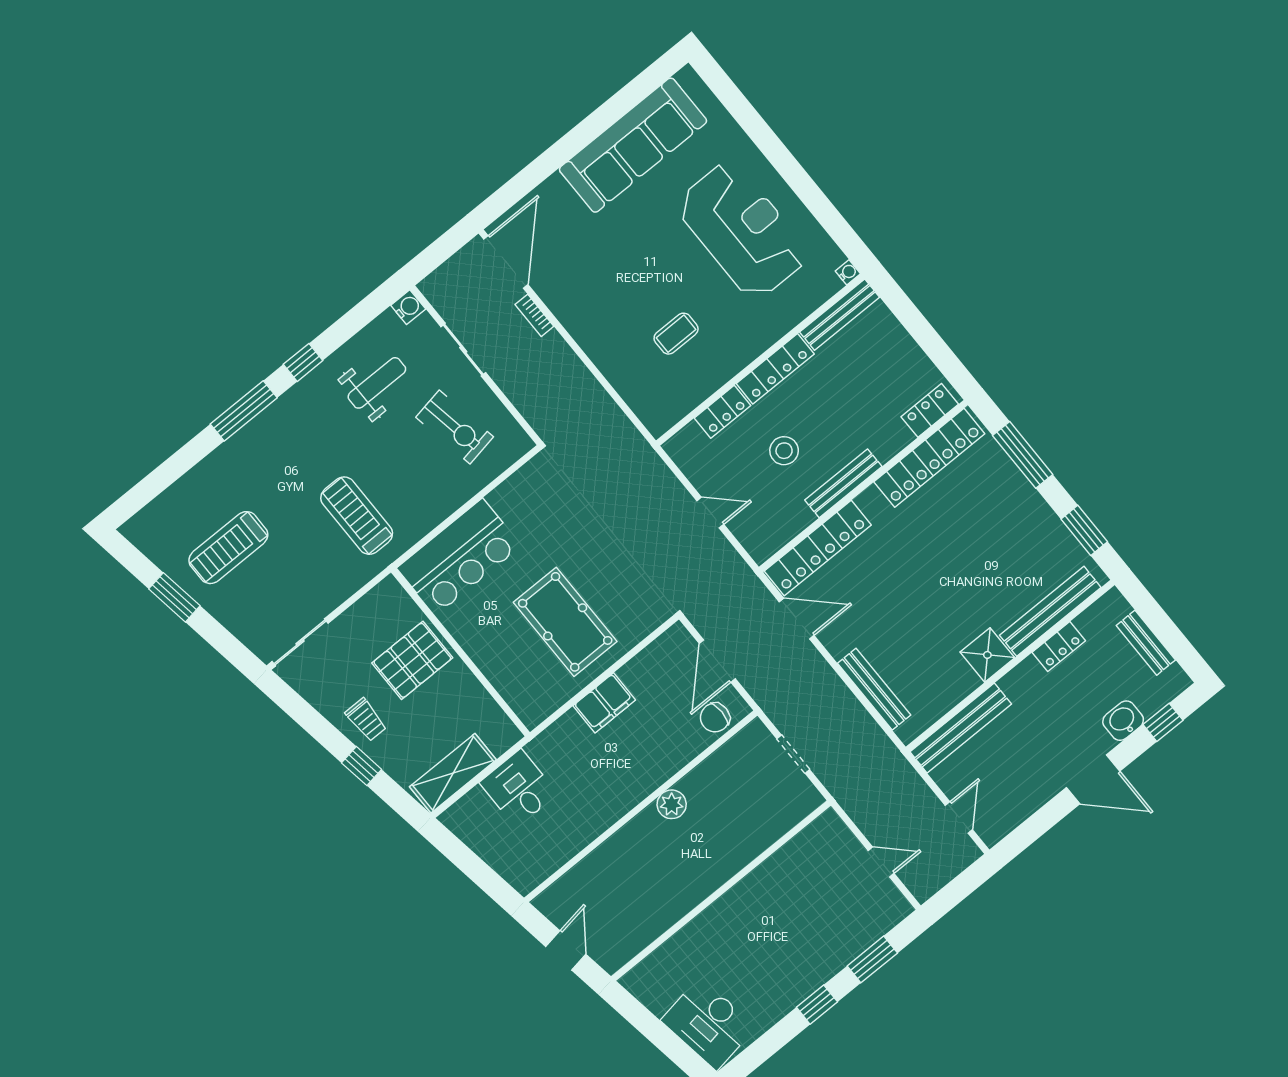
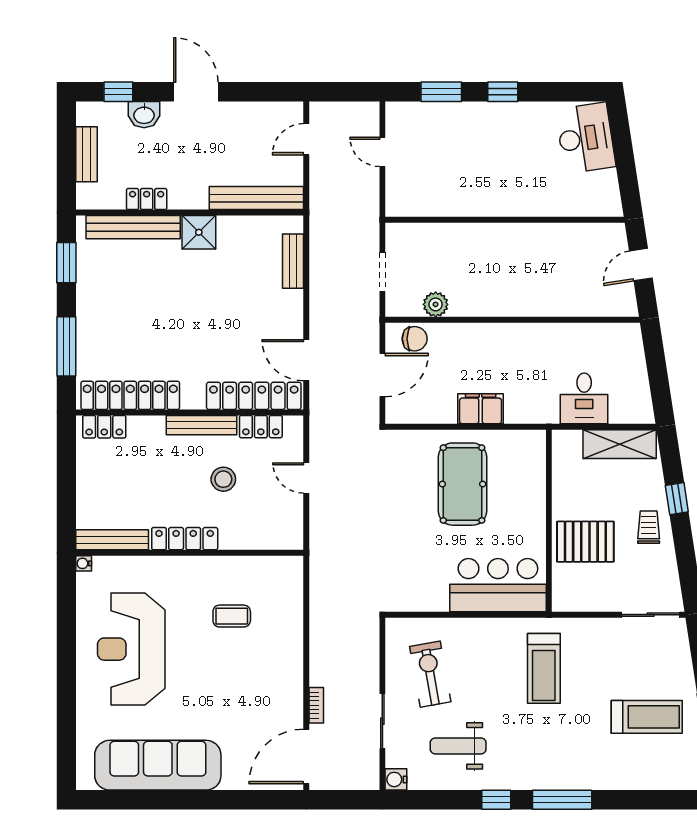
locker: (723, 412) -> (261, 427), moved, turned 180
bench: (874, 689) -> (293, 261), width x0.73
plant: (672, 804) -> (436, 304), moved

